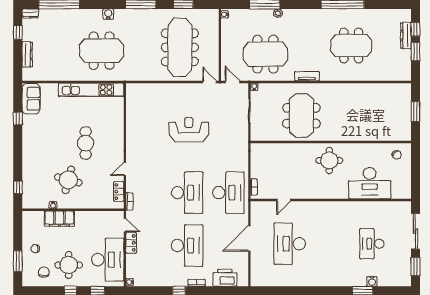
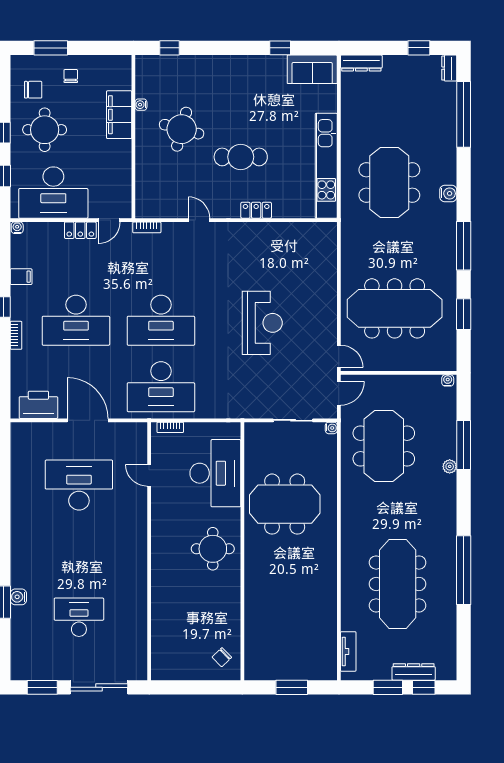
meeting table: (351, 46) -> (398, 584), width x1.36
dresser: (27, 54) -> (361, 63), moved
tv unit: (307, 76) -> (348, 651), moved
door: (210, 82) -> (339, 356), hinge flipped
desk: (370, 183) -> (215, 473), moved, turned 180
locker: (119, 192) -> (256, 210), moved
printer: (225, 278) -> (38, 405), moved, turned -90
filing cabinet: (160, 280) -> (21, 277), added
water cooler: (372, 281) -> (18, 597), moved

